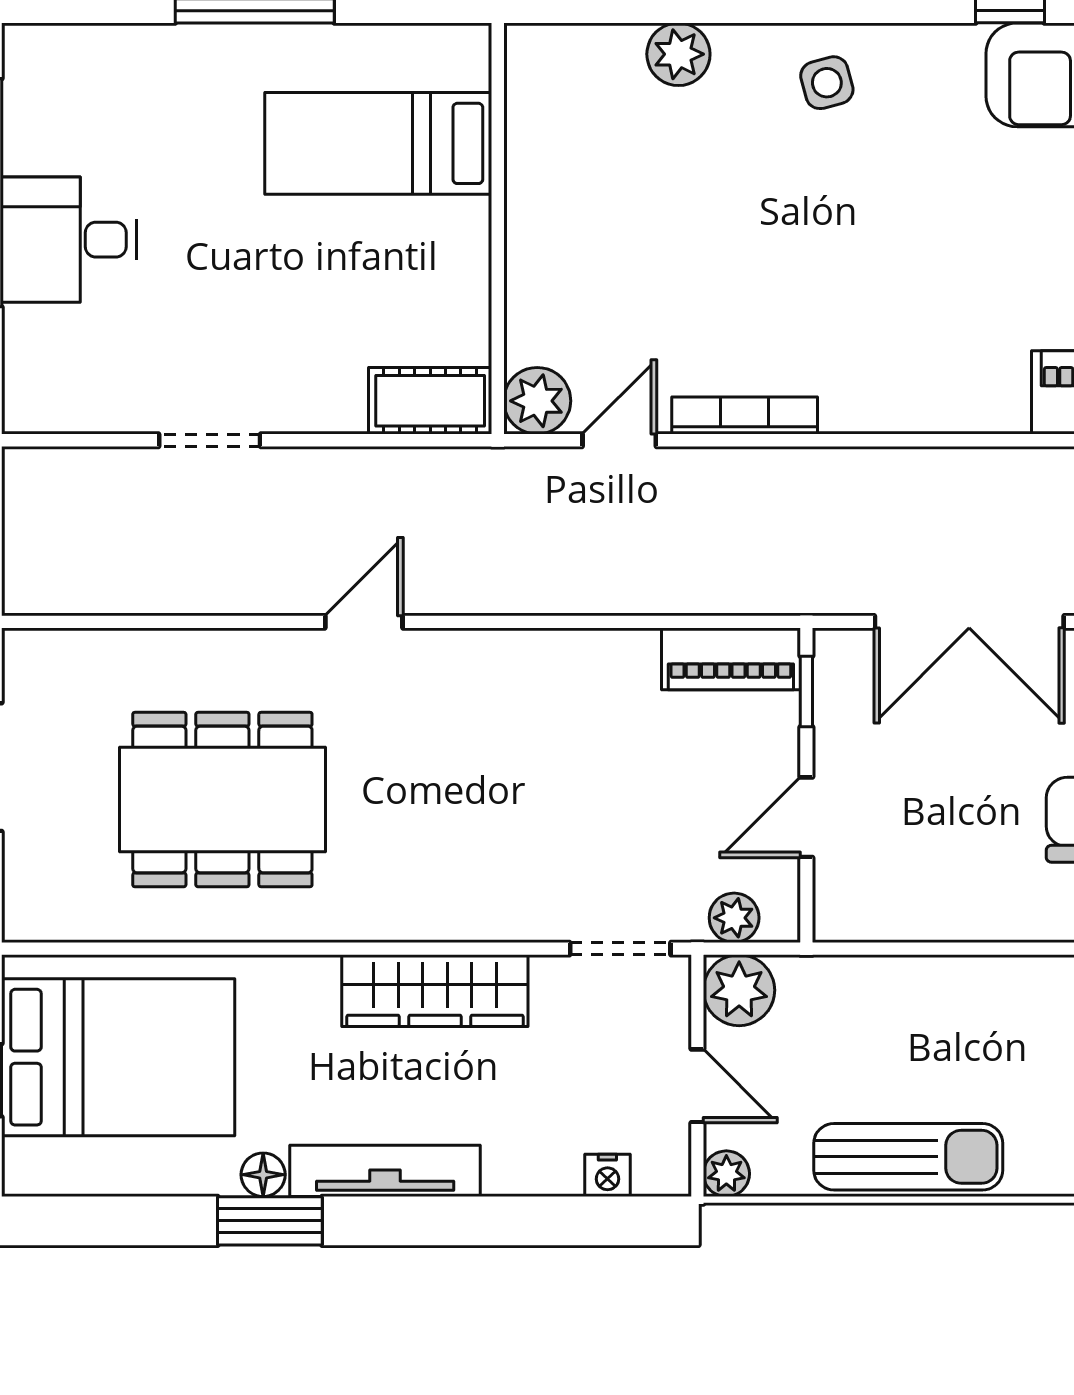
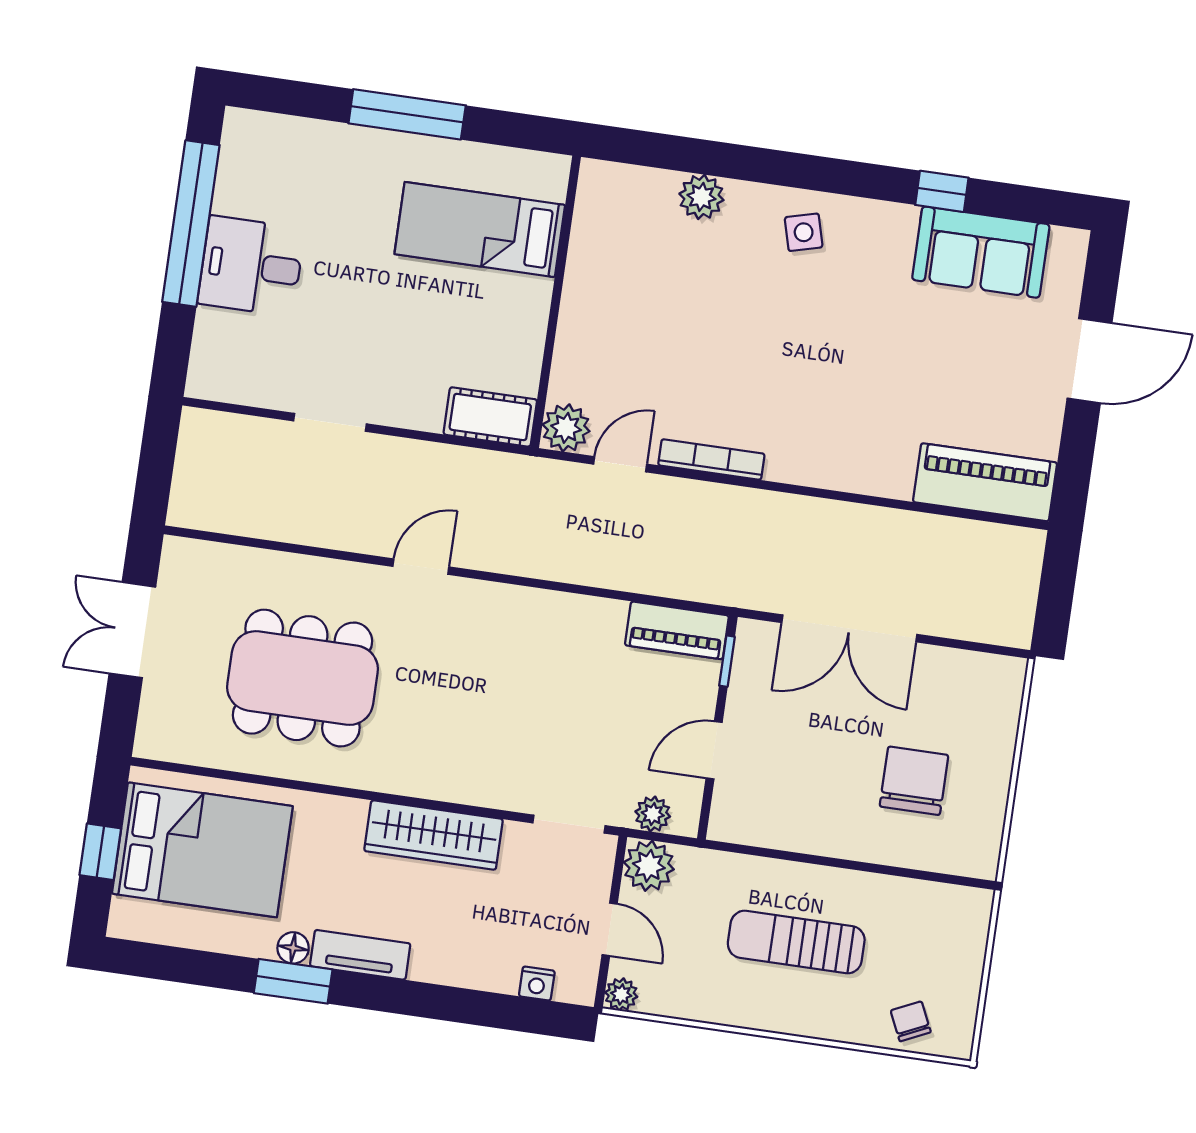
sun lounger: (908, 1157) -> (796, 942), moved, turned 180
tv unit: (385, 1171) -> (360, 955), width x0.71

